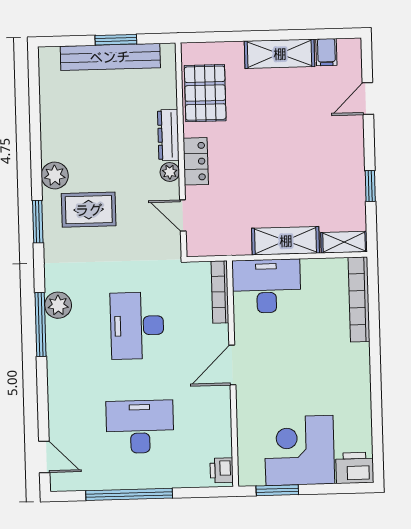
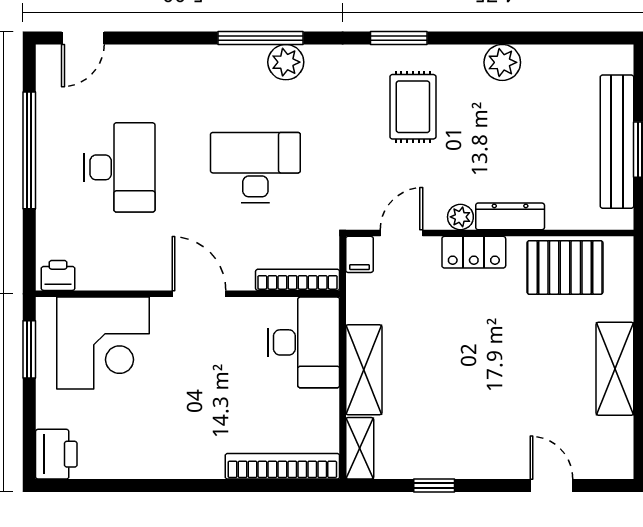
filing cabinet: (326, 52) -> (359, 254), moved, turned -90
plant: (55, 176) -> (502, 62), moved
corner desk: (299, 450) -> (103, 343), moved, turned 90

